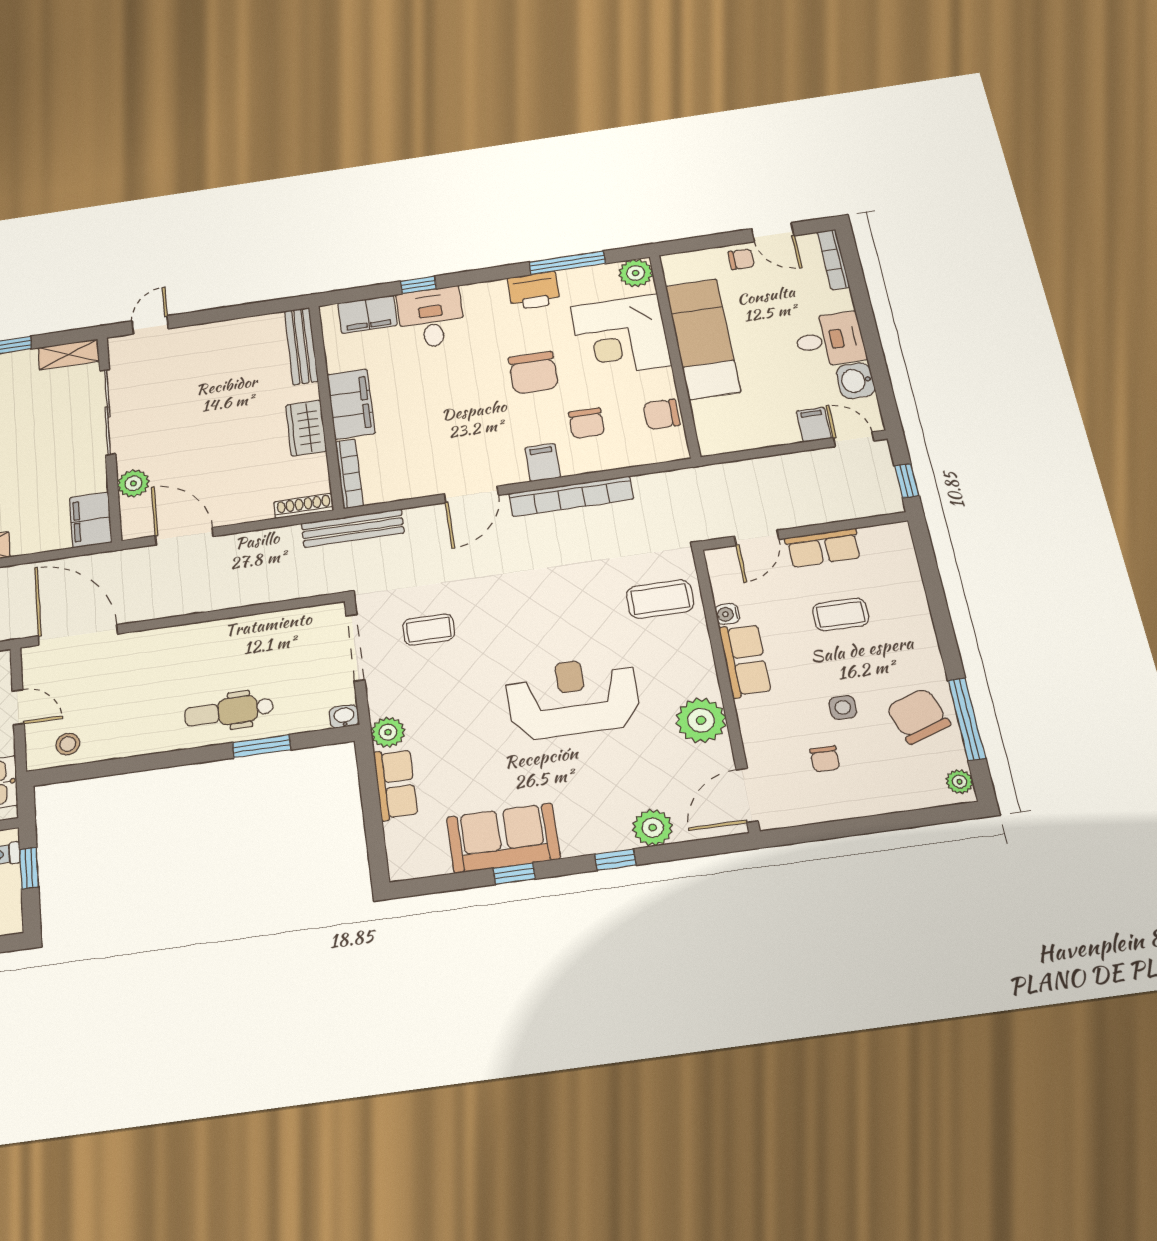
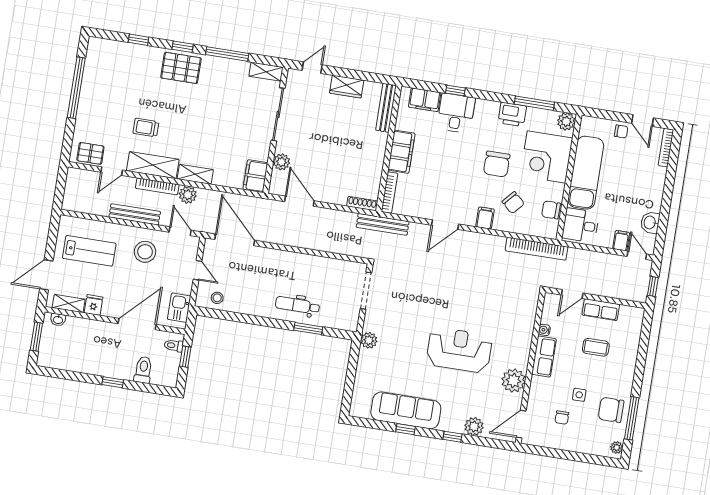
desk: (829, 340) -> (581, 225), moved, turned 180
chair: (587, 423) -> (513, 203), turned -48
wardrobe: (306, 428) -> (347, 87), moved, turned -90
bookcase: (571, 496) -> (536, 249), moved
coffee table: (660, 599) -> (516, 312), removed
coffee table: (429, 630) -> (403, 292), removed
washbasin: (344, 716) -> (351, 325), removed
chair: (918, 716) -> (611, 410), turned -71
row of seats: (396, 784) -> (365, 368), removed
sofa: (503, 838) -> (406, 410), width x1.36

